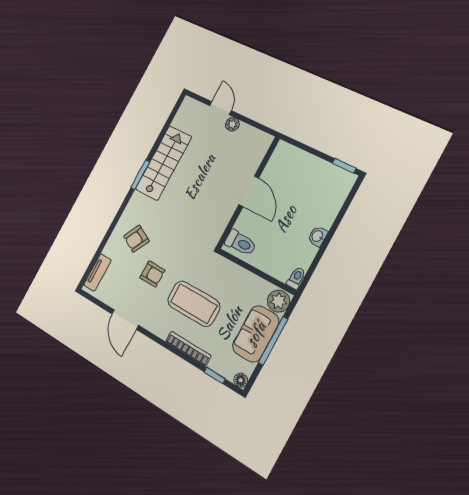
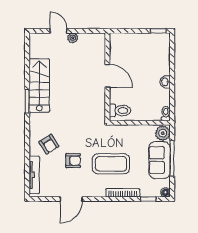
armchair: (136, 239) -> (49, 144), turned -60
tv unit: (97, 273) -> (34, 175), width x1.41
door: (125, 319) -> (71, 199), hinge flipped

